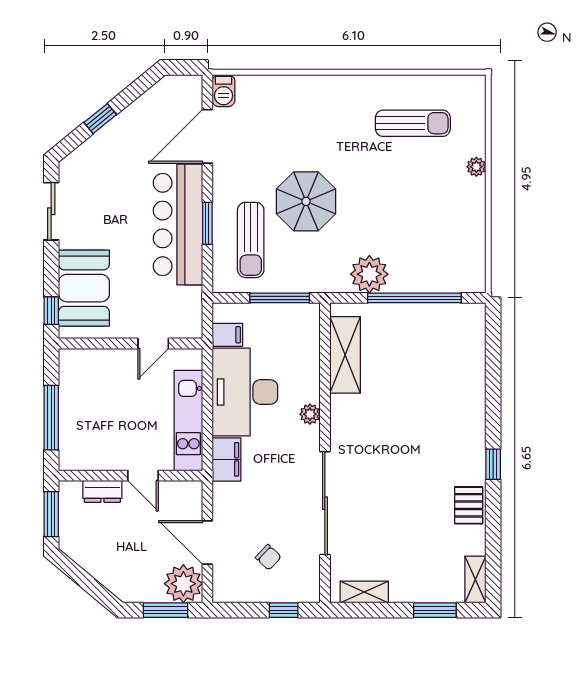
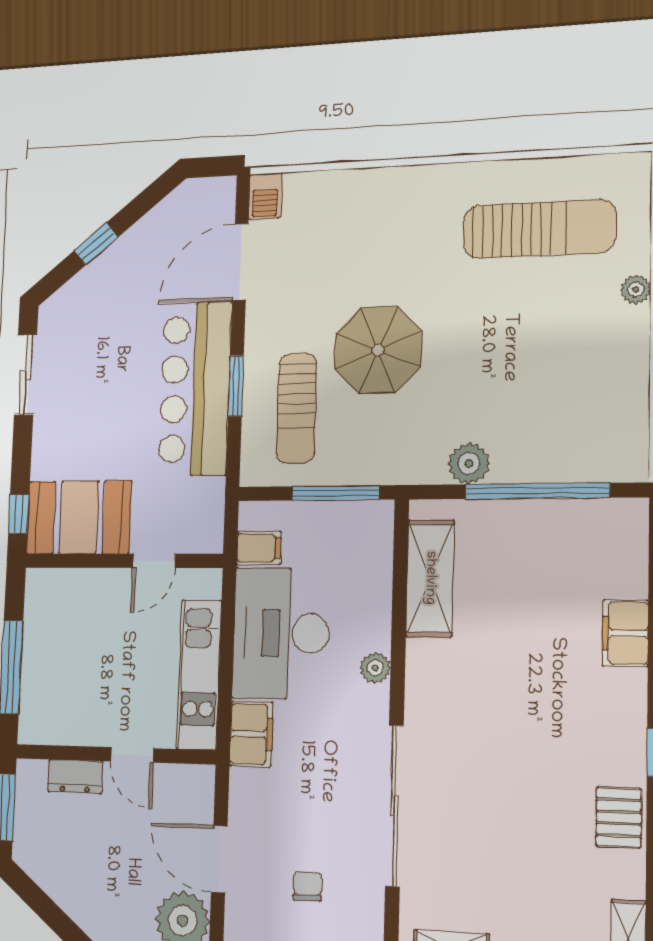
sun lounger: (413, 123) -> (539, 229), width x1.36, depth x1.34
plant: (369, 274) -> (469, 463), width x0.73, depth x0.73
booth: (84, 288) -> (79, 517), moved, turned 90
filing cabinet: (472, 390) -> (625, 633), added
chair: (268, 557) -> (307, 886), turned -133

